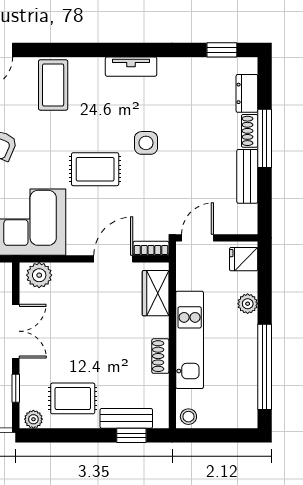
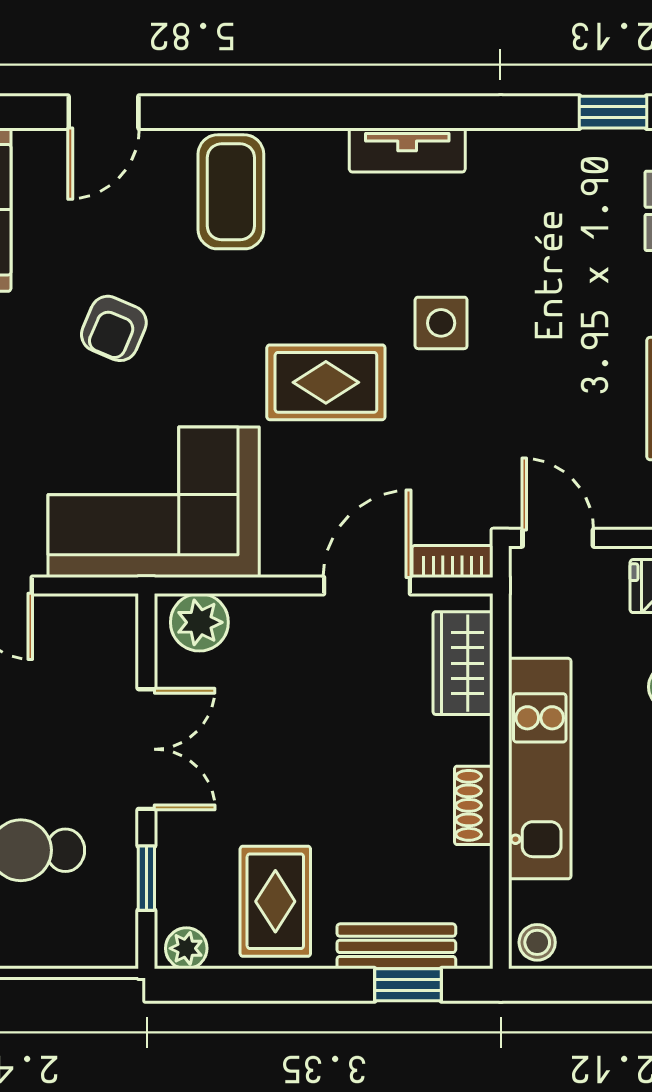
door: (198, 238) -> (558, 538), hinge flipped
rug: (73, 398) -> (275, 901), turned 90

